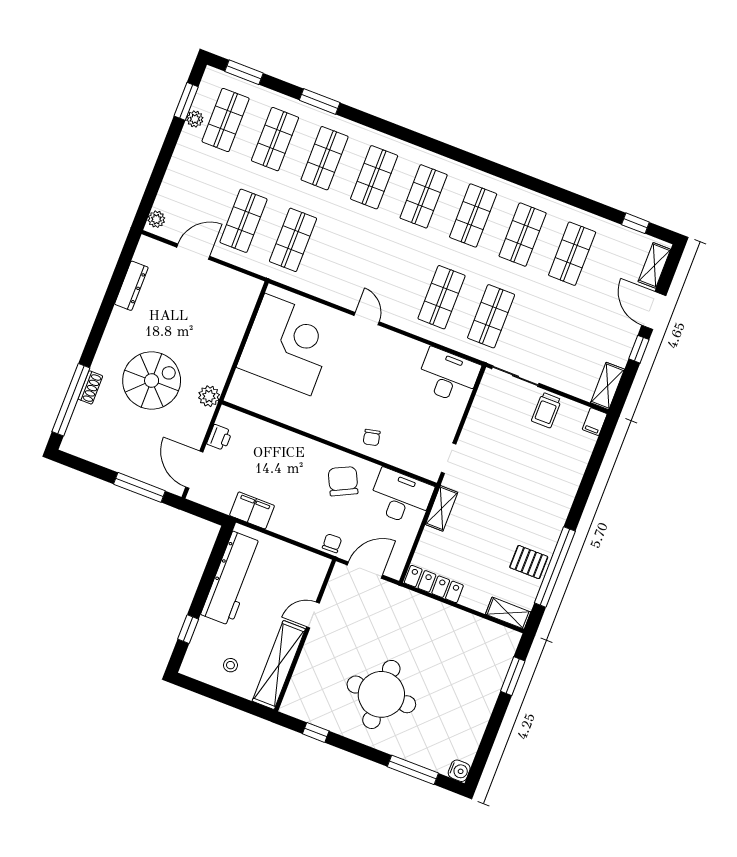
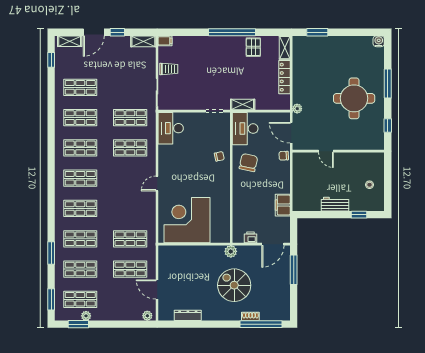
chair: (343, 481) -> (248, 163), turned 128
window: (555, 567) -> (232, 32), moved
workbench: (232, 578) -> (335, 204), width x0.53, depth x0.76
locker: (434, 584) -> (285, 77), moved
plant: (401, 595) -> (297, 109), added
shelving: (279, 665) -> (359, 159), removed
window: (413, 770) -> (388, 84), moved

